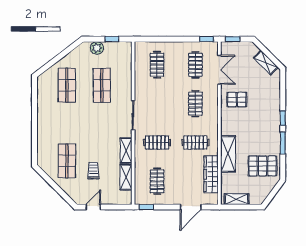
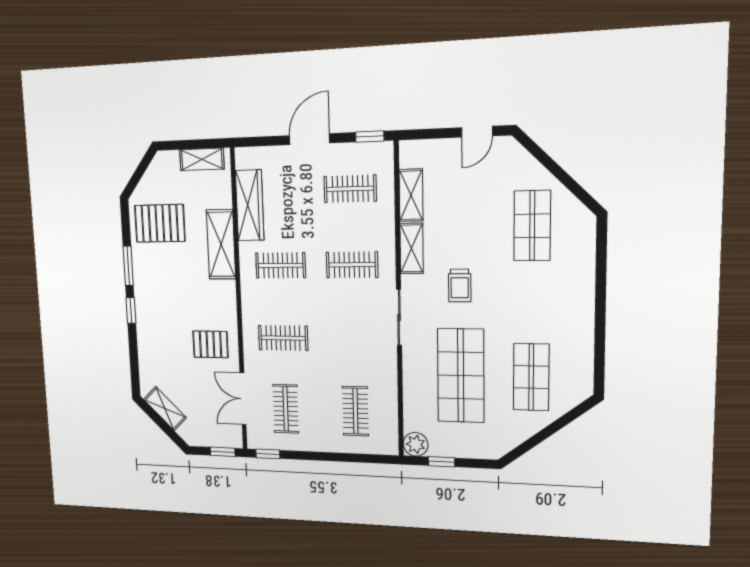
plant: (97, 48) -> (416, 444), moved
shop shelf: (102, 85) -> (461, 376), width x1.43, depth x1.36
clothes rail: (195, 104) -> (283, 338), turned 90
trolley: (93, 171) -> (460, 286), moved
clothes rail: (157, 181) -> (350, 189), turned 90
door: (191, 207) -> (309, 139), moved

